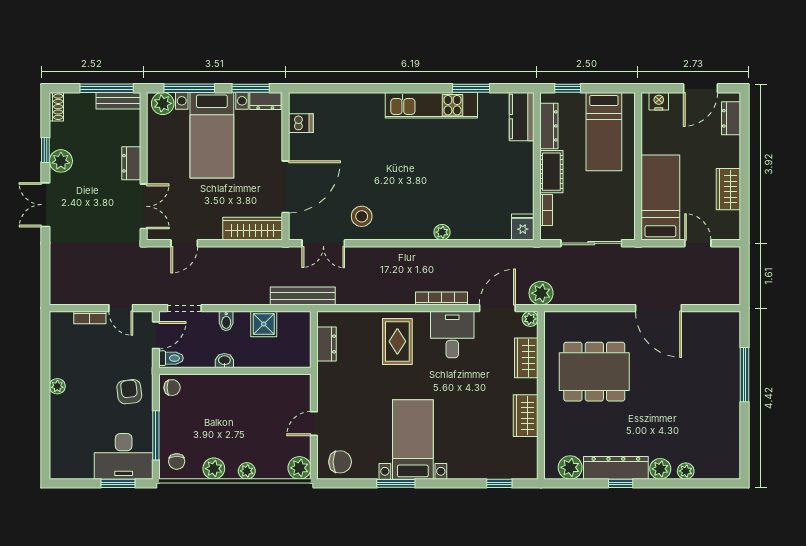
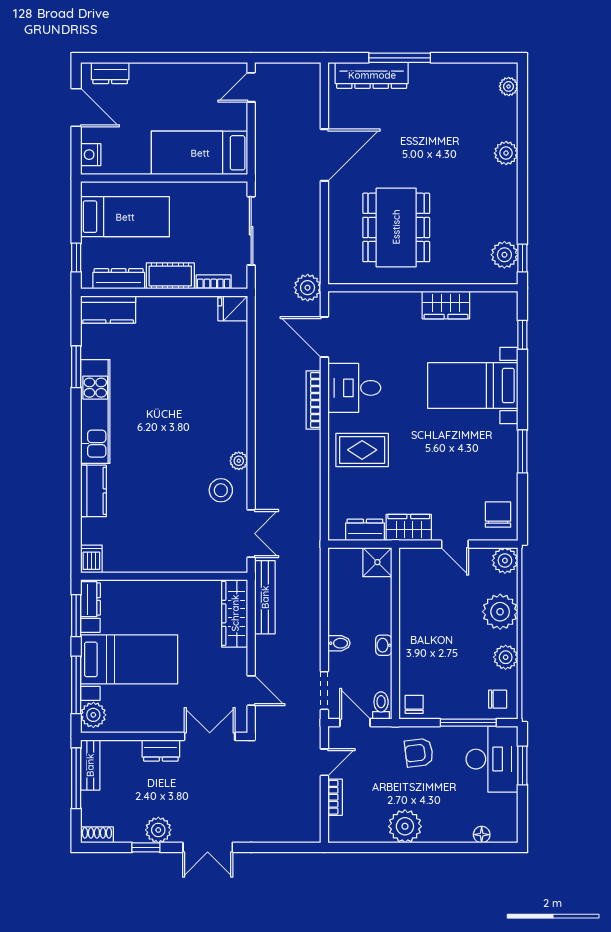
kitchen counter: (361, 104) -> (93, 491), added
dishwasher: (301, 123) -> (91, 559), moved
door: (286, 187) -> (187, 576), removed
wardrobe: (728, 189) -> (190, 76), removed
plant: (442, 232) -> (239, 461), moved
door: (698, 243) -> (251, 87), moved
bench: (303, 296) -> (265, 597), moved
plant: (530, 319) -> (337, 300), removed
shower: (264, 324) -> (377, 562), moved
wardrobe: (526, 358) -> (409, 528), moved, turned 180
plant: (57, 386) -> (405, 826), width x1.88, depth x1.88
bed with nightstands: (413, 439) -> (473, 386), moved
floor lamp: (57, 447) -> (482, 835), added
dresser: (616, 468) -> (372, 75), moved, turned -90
plant: (247, 471) -> (500, 612), width x1.87, depth x1.87
plant: (686, 471) -> (509, 86), moved
window: (621, 483) -> (522, 258), moved

